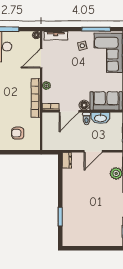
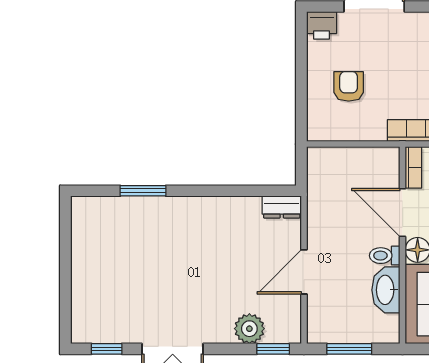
door: (93, 151) -> (304, 272), hinge flipped

